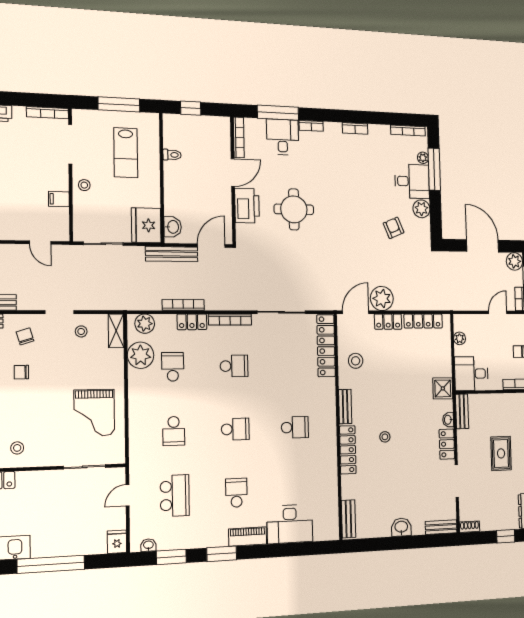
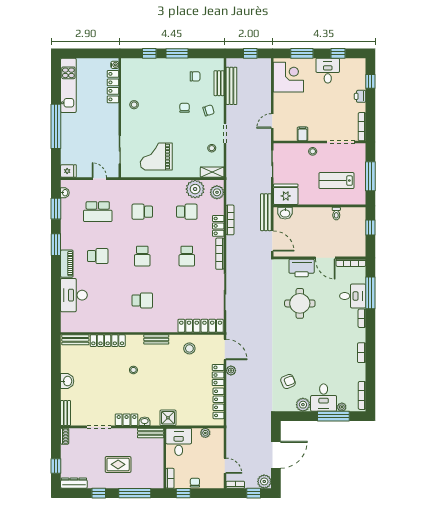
plant: (382, 298) -> (231, 371), width x0.53, depth x0.53
school desk: (295, 427) -> (142, 300), turned -90
locker: (348, 450) -> (108, 341), moved

